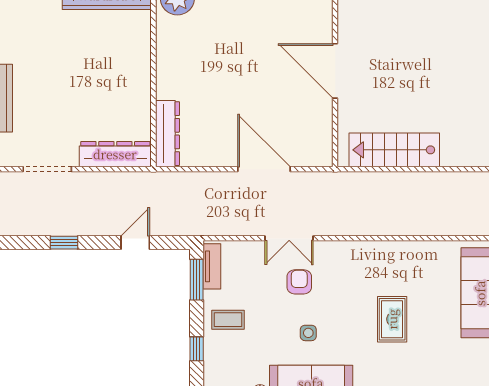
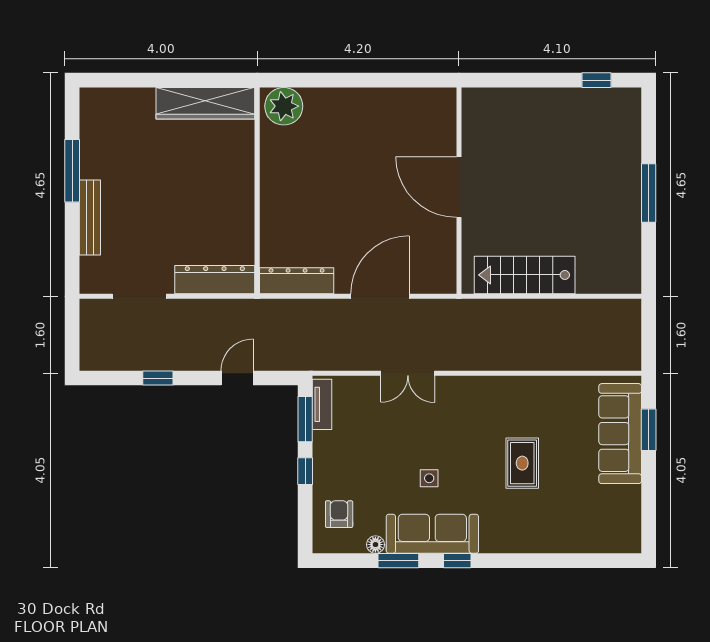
dresser: (167, 134) -> (297, 281), moved, turned -90
door: (264, 169) -> (380, 296), hinge flipped
armchair: (299, 282) -> (339, 514), moved
coffee table: (228, 320) -> (340, 464), removed
window: (197, 349) -> (305, 471), moved

